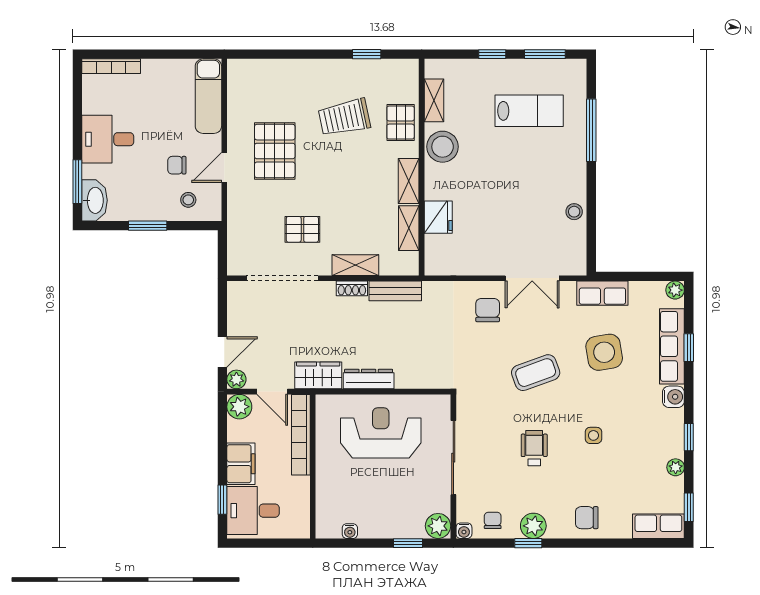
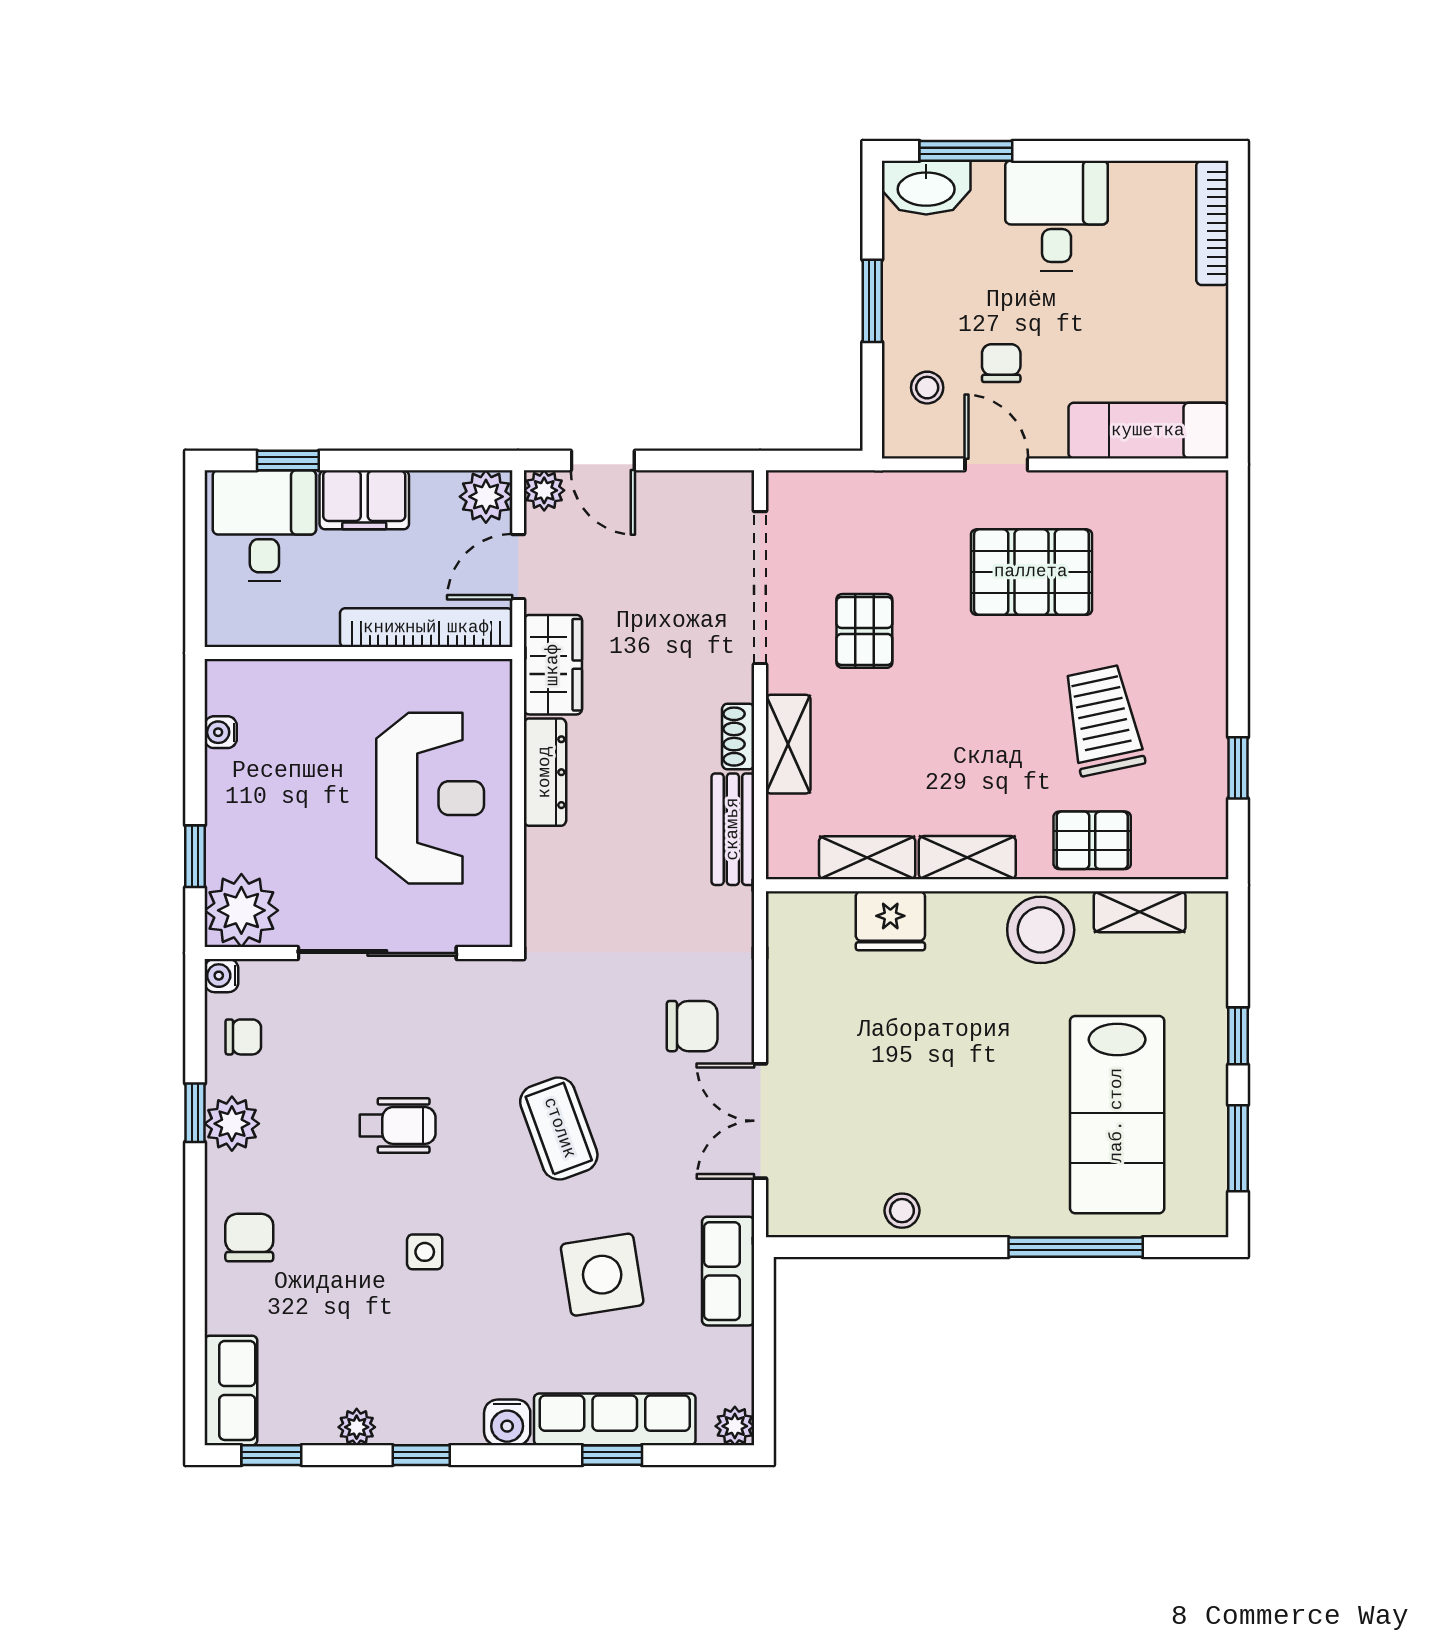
lab bench: (529, 111) -> (1117, 1115), width x1.36, depth x1.39
plant: (438, 526) -> (241, 910), width x1.36, depth x1.36

